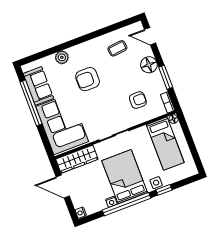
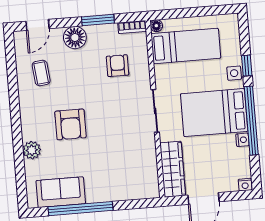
corner sofa: (62, 124) -> (120, 175), removed

